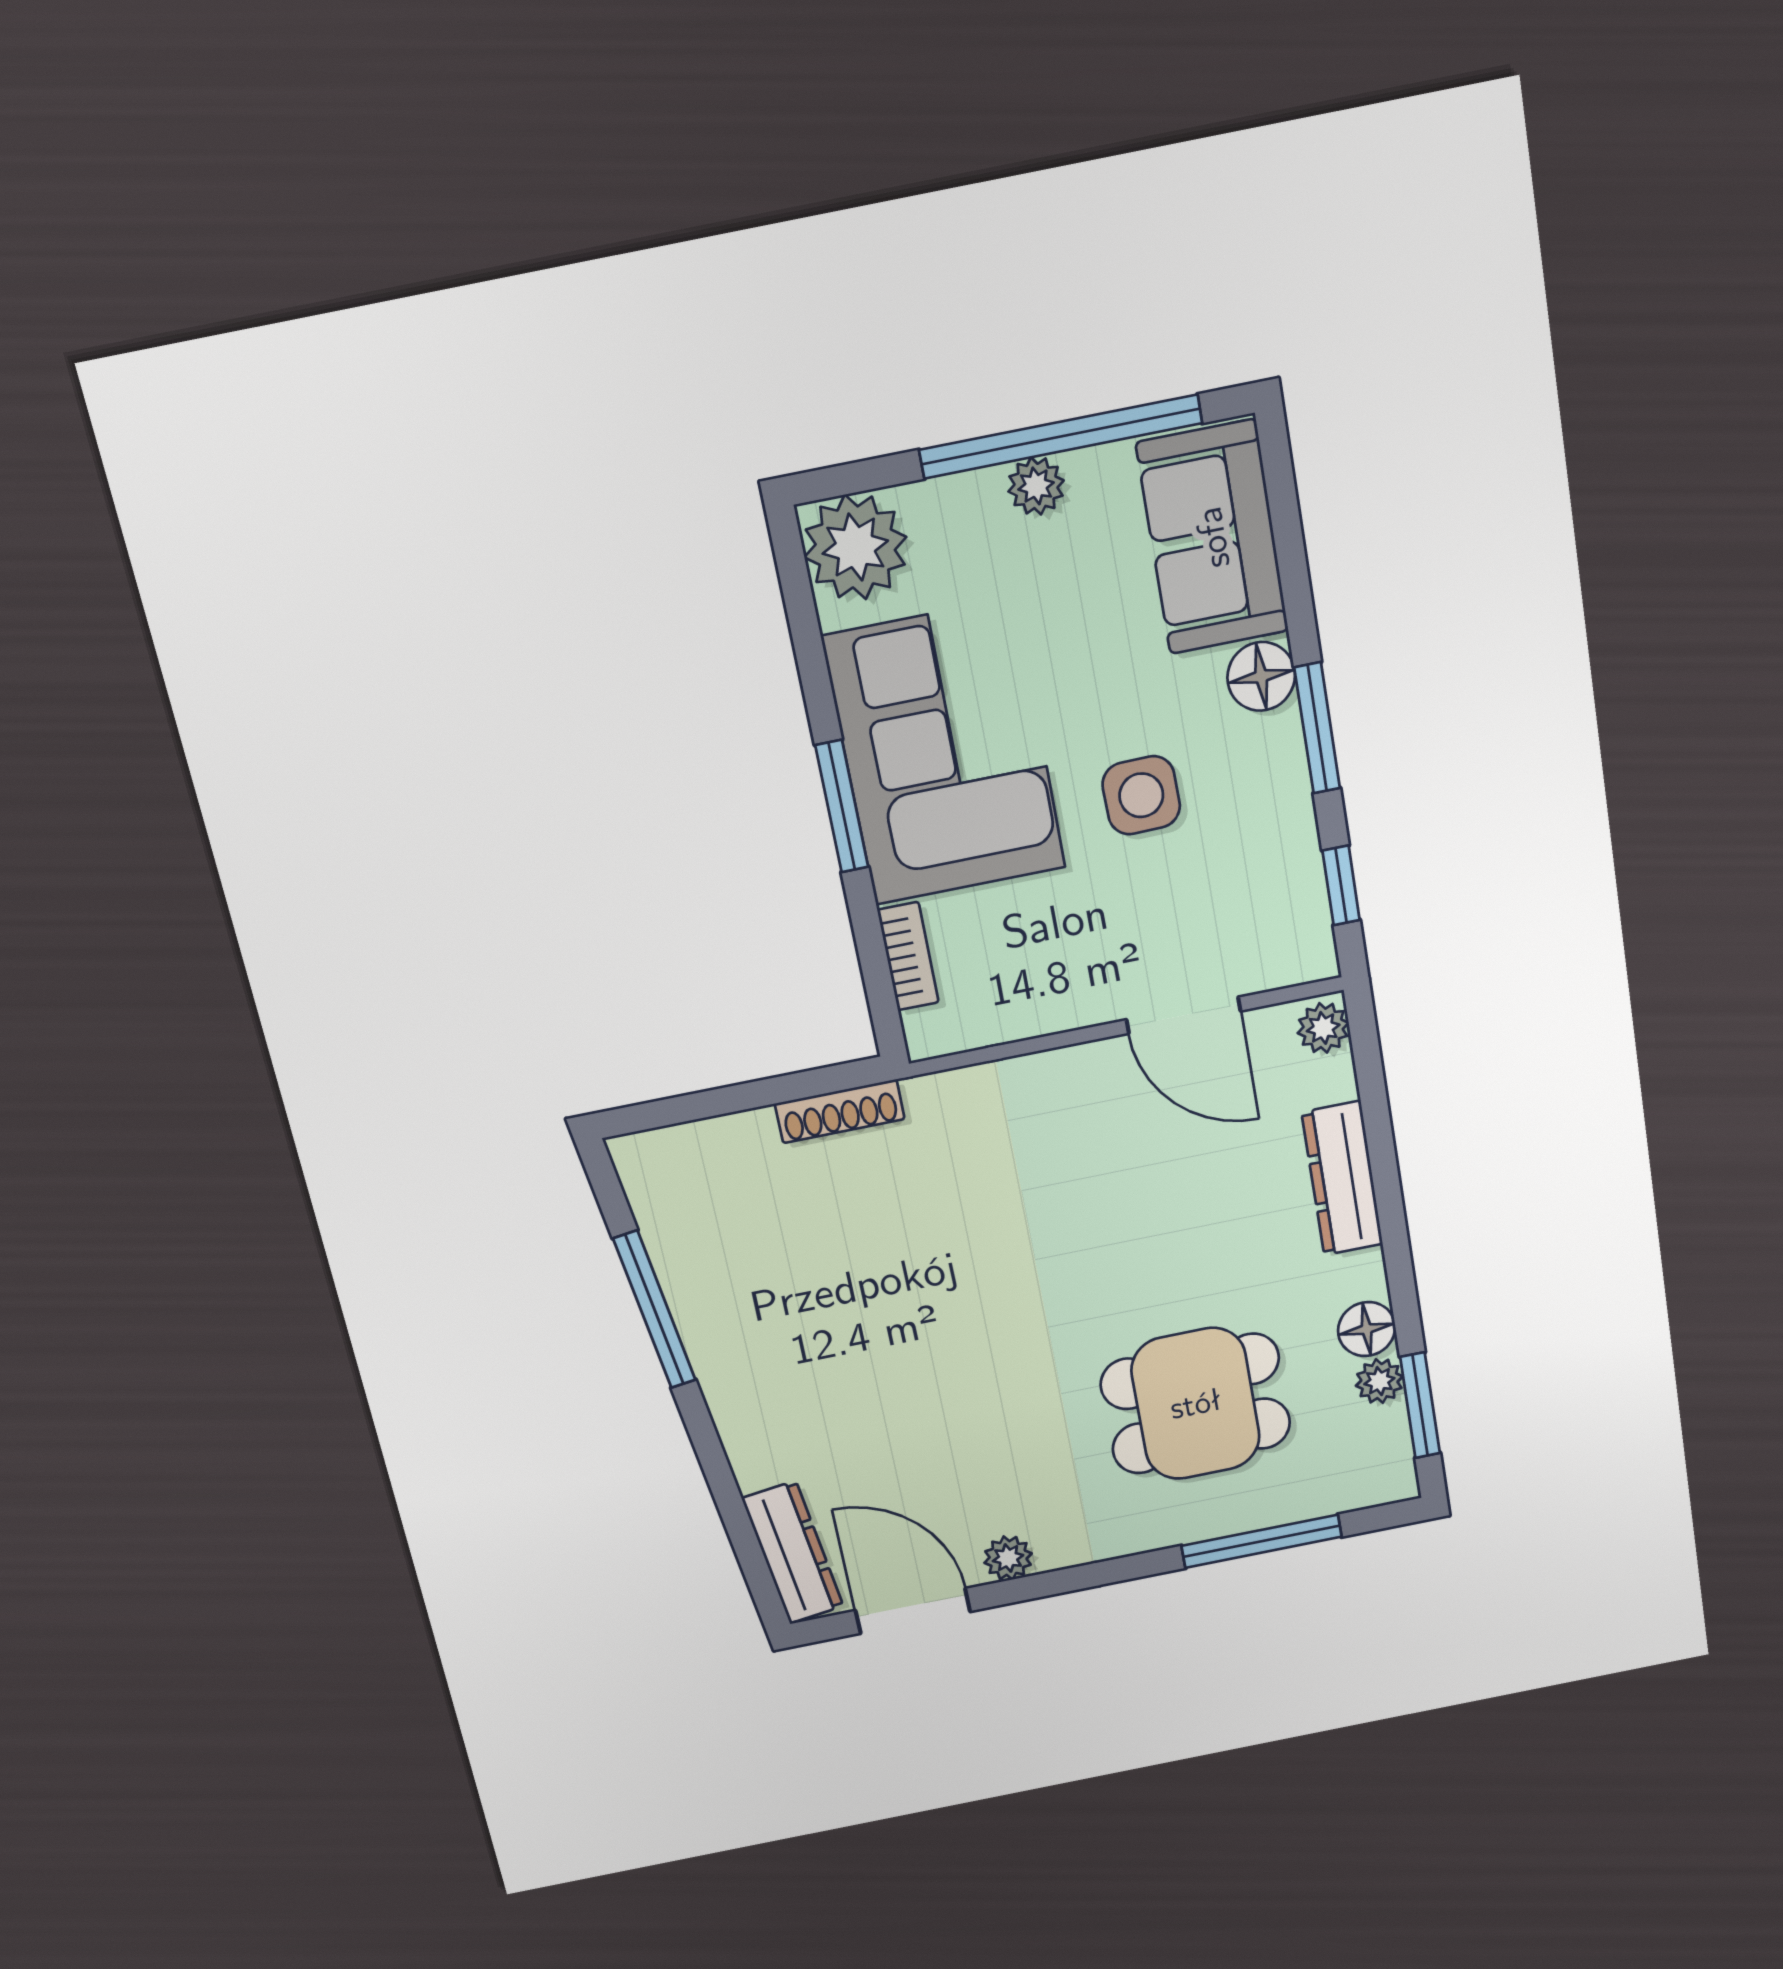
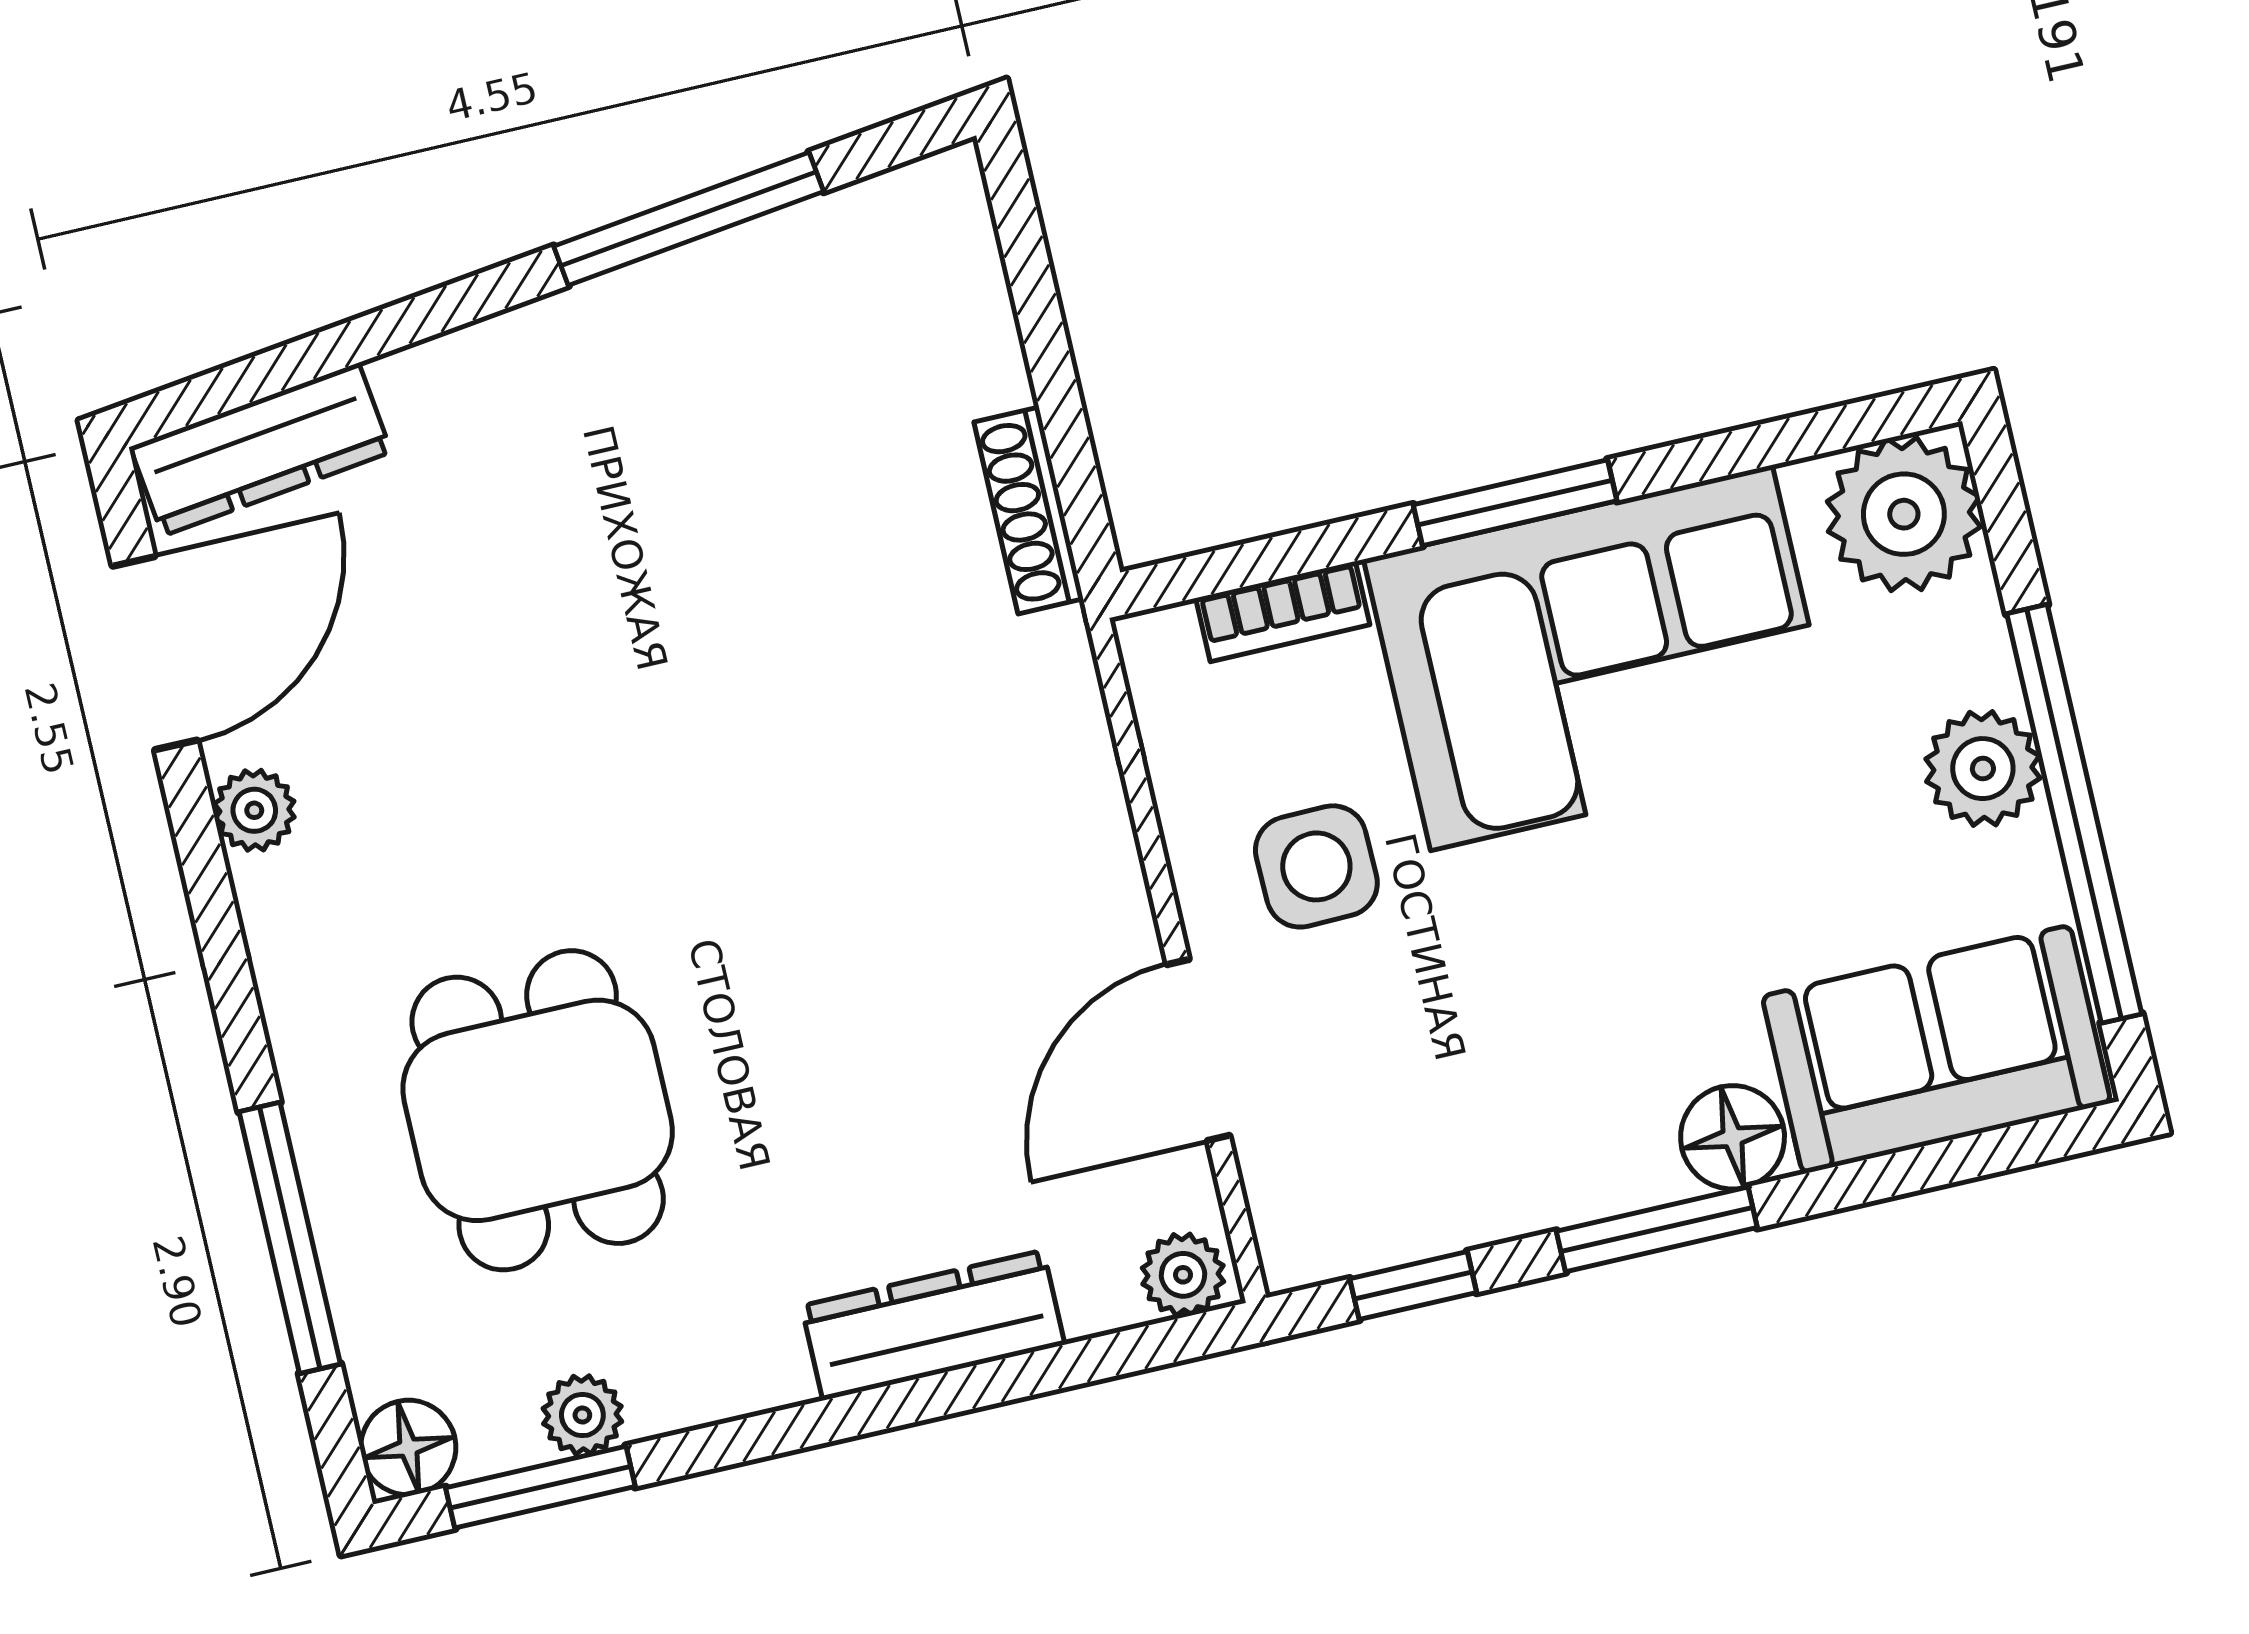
plant: (1036, 486) -> (1983, 769), width x1.38, depth x1.38
side table: (1141, 795) -> (1316, 866), moved
floor lamp: (1367, 1329) -> (408, 1448), moved

